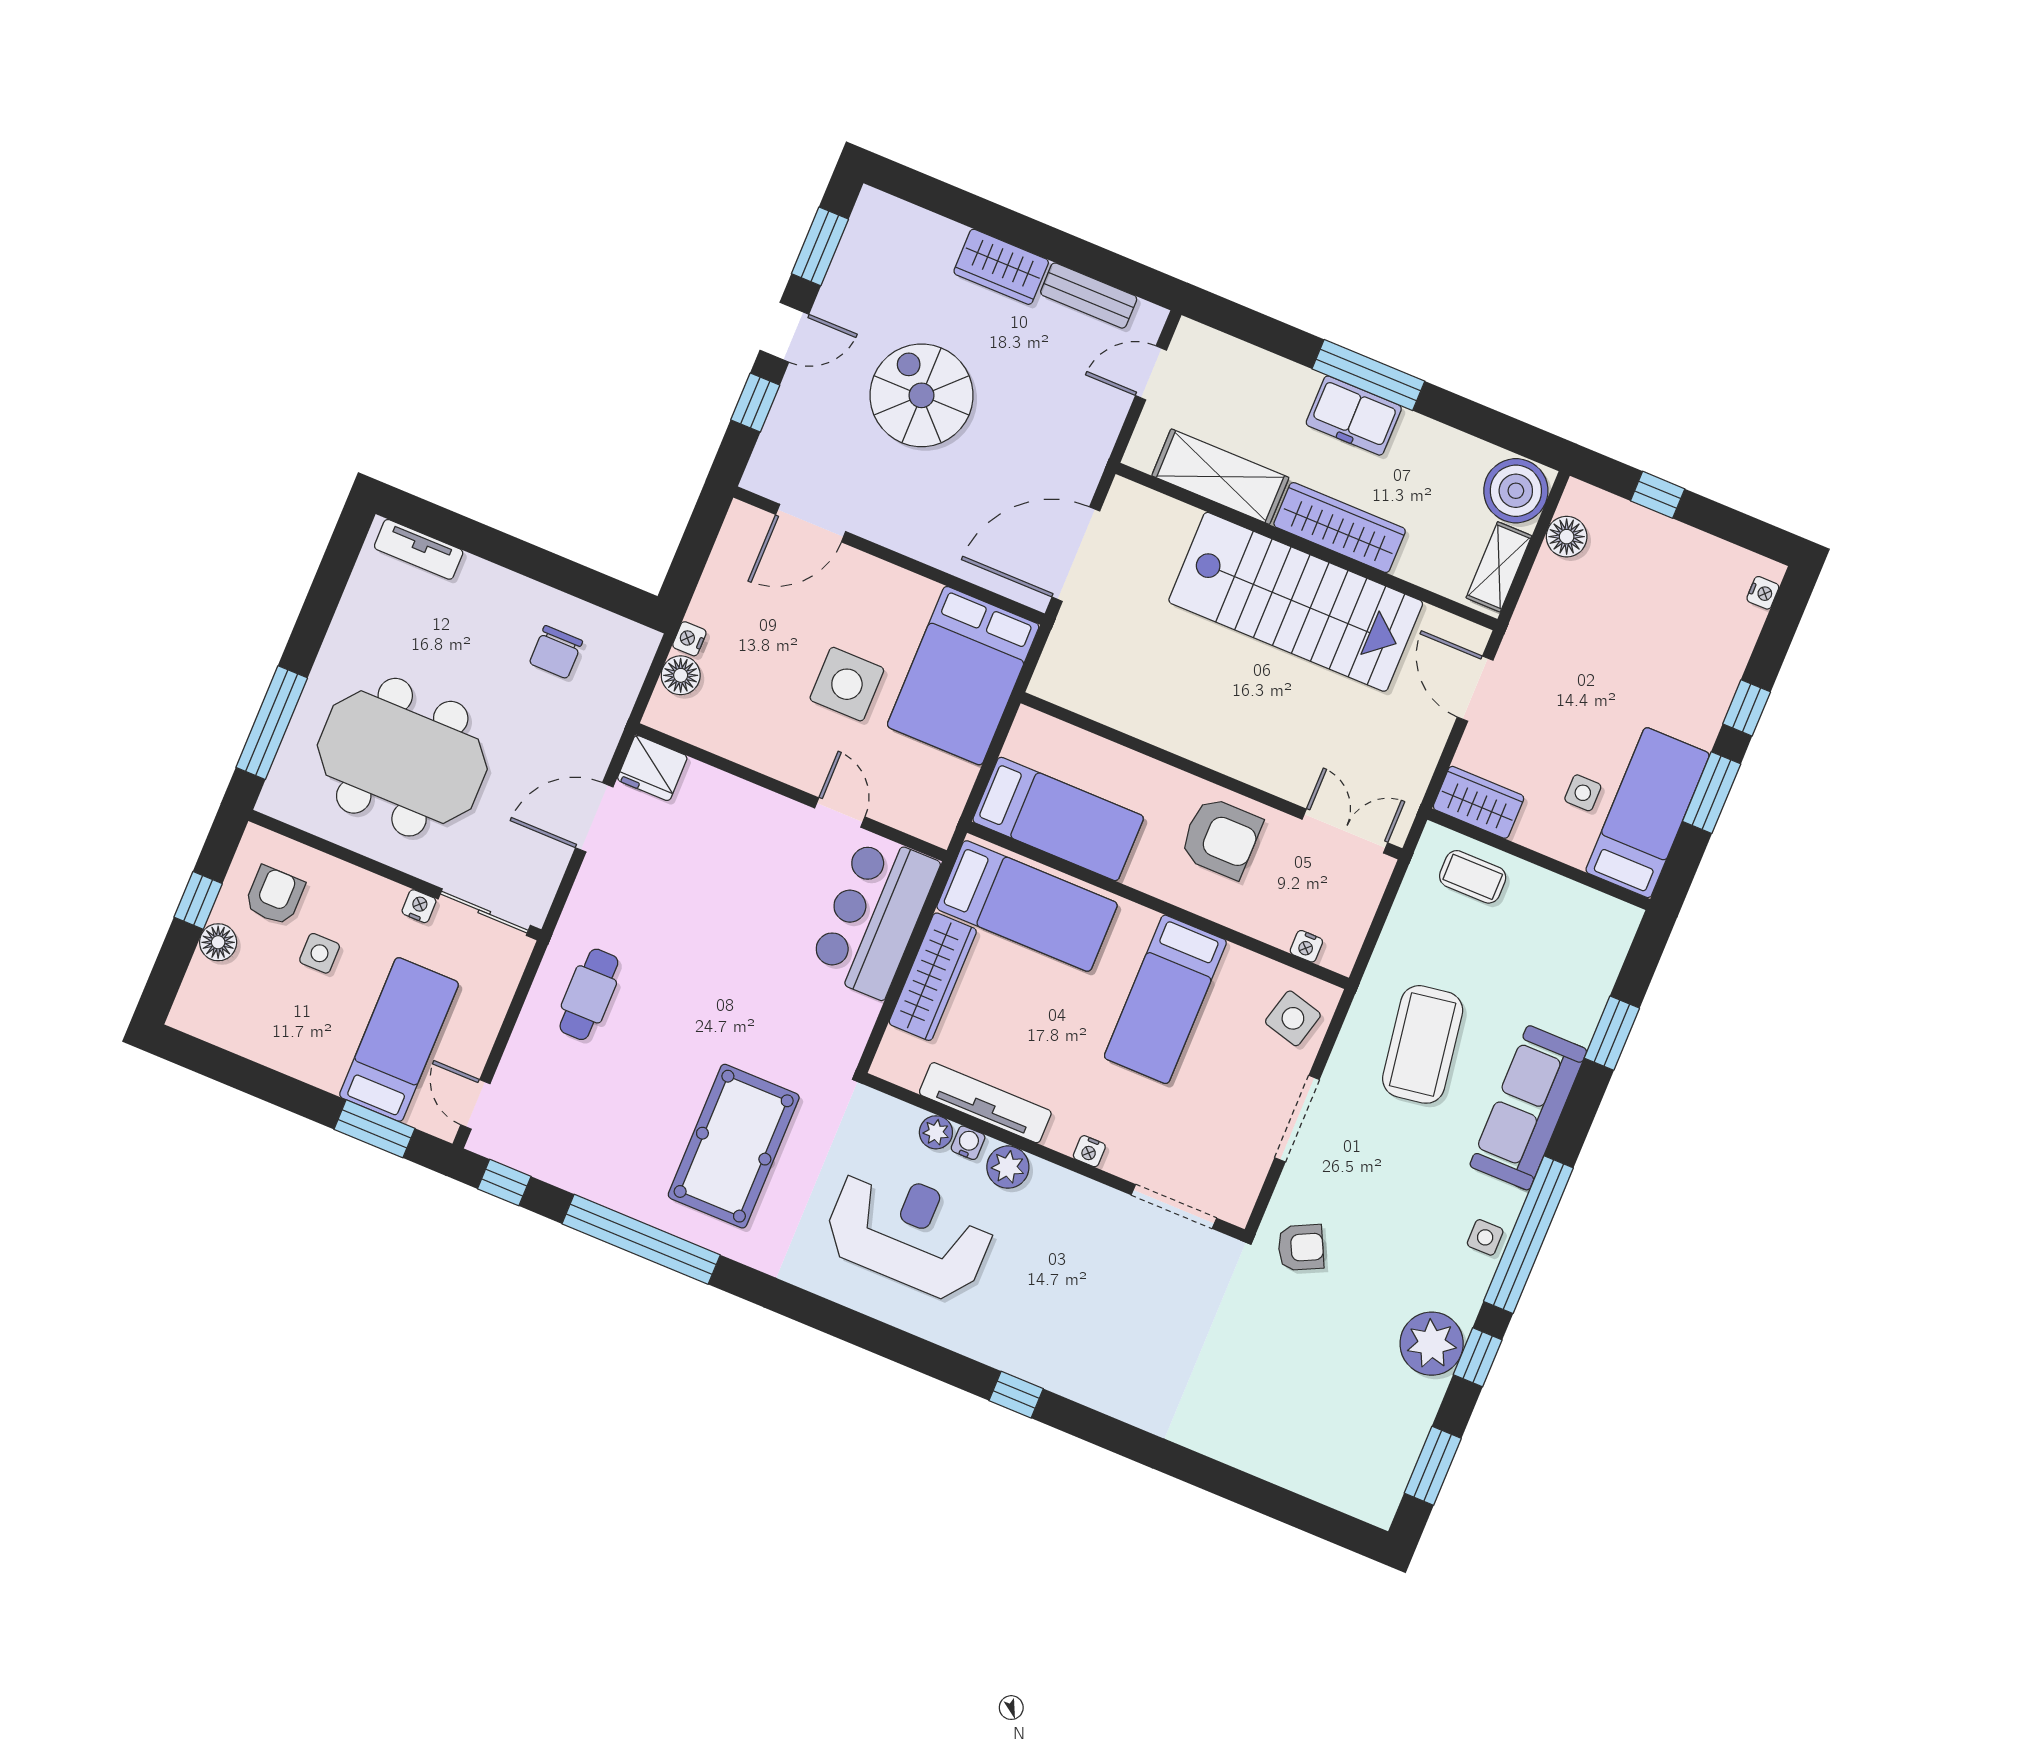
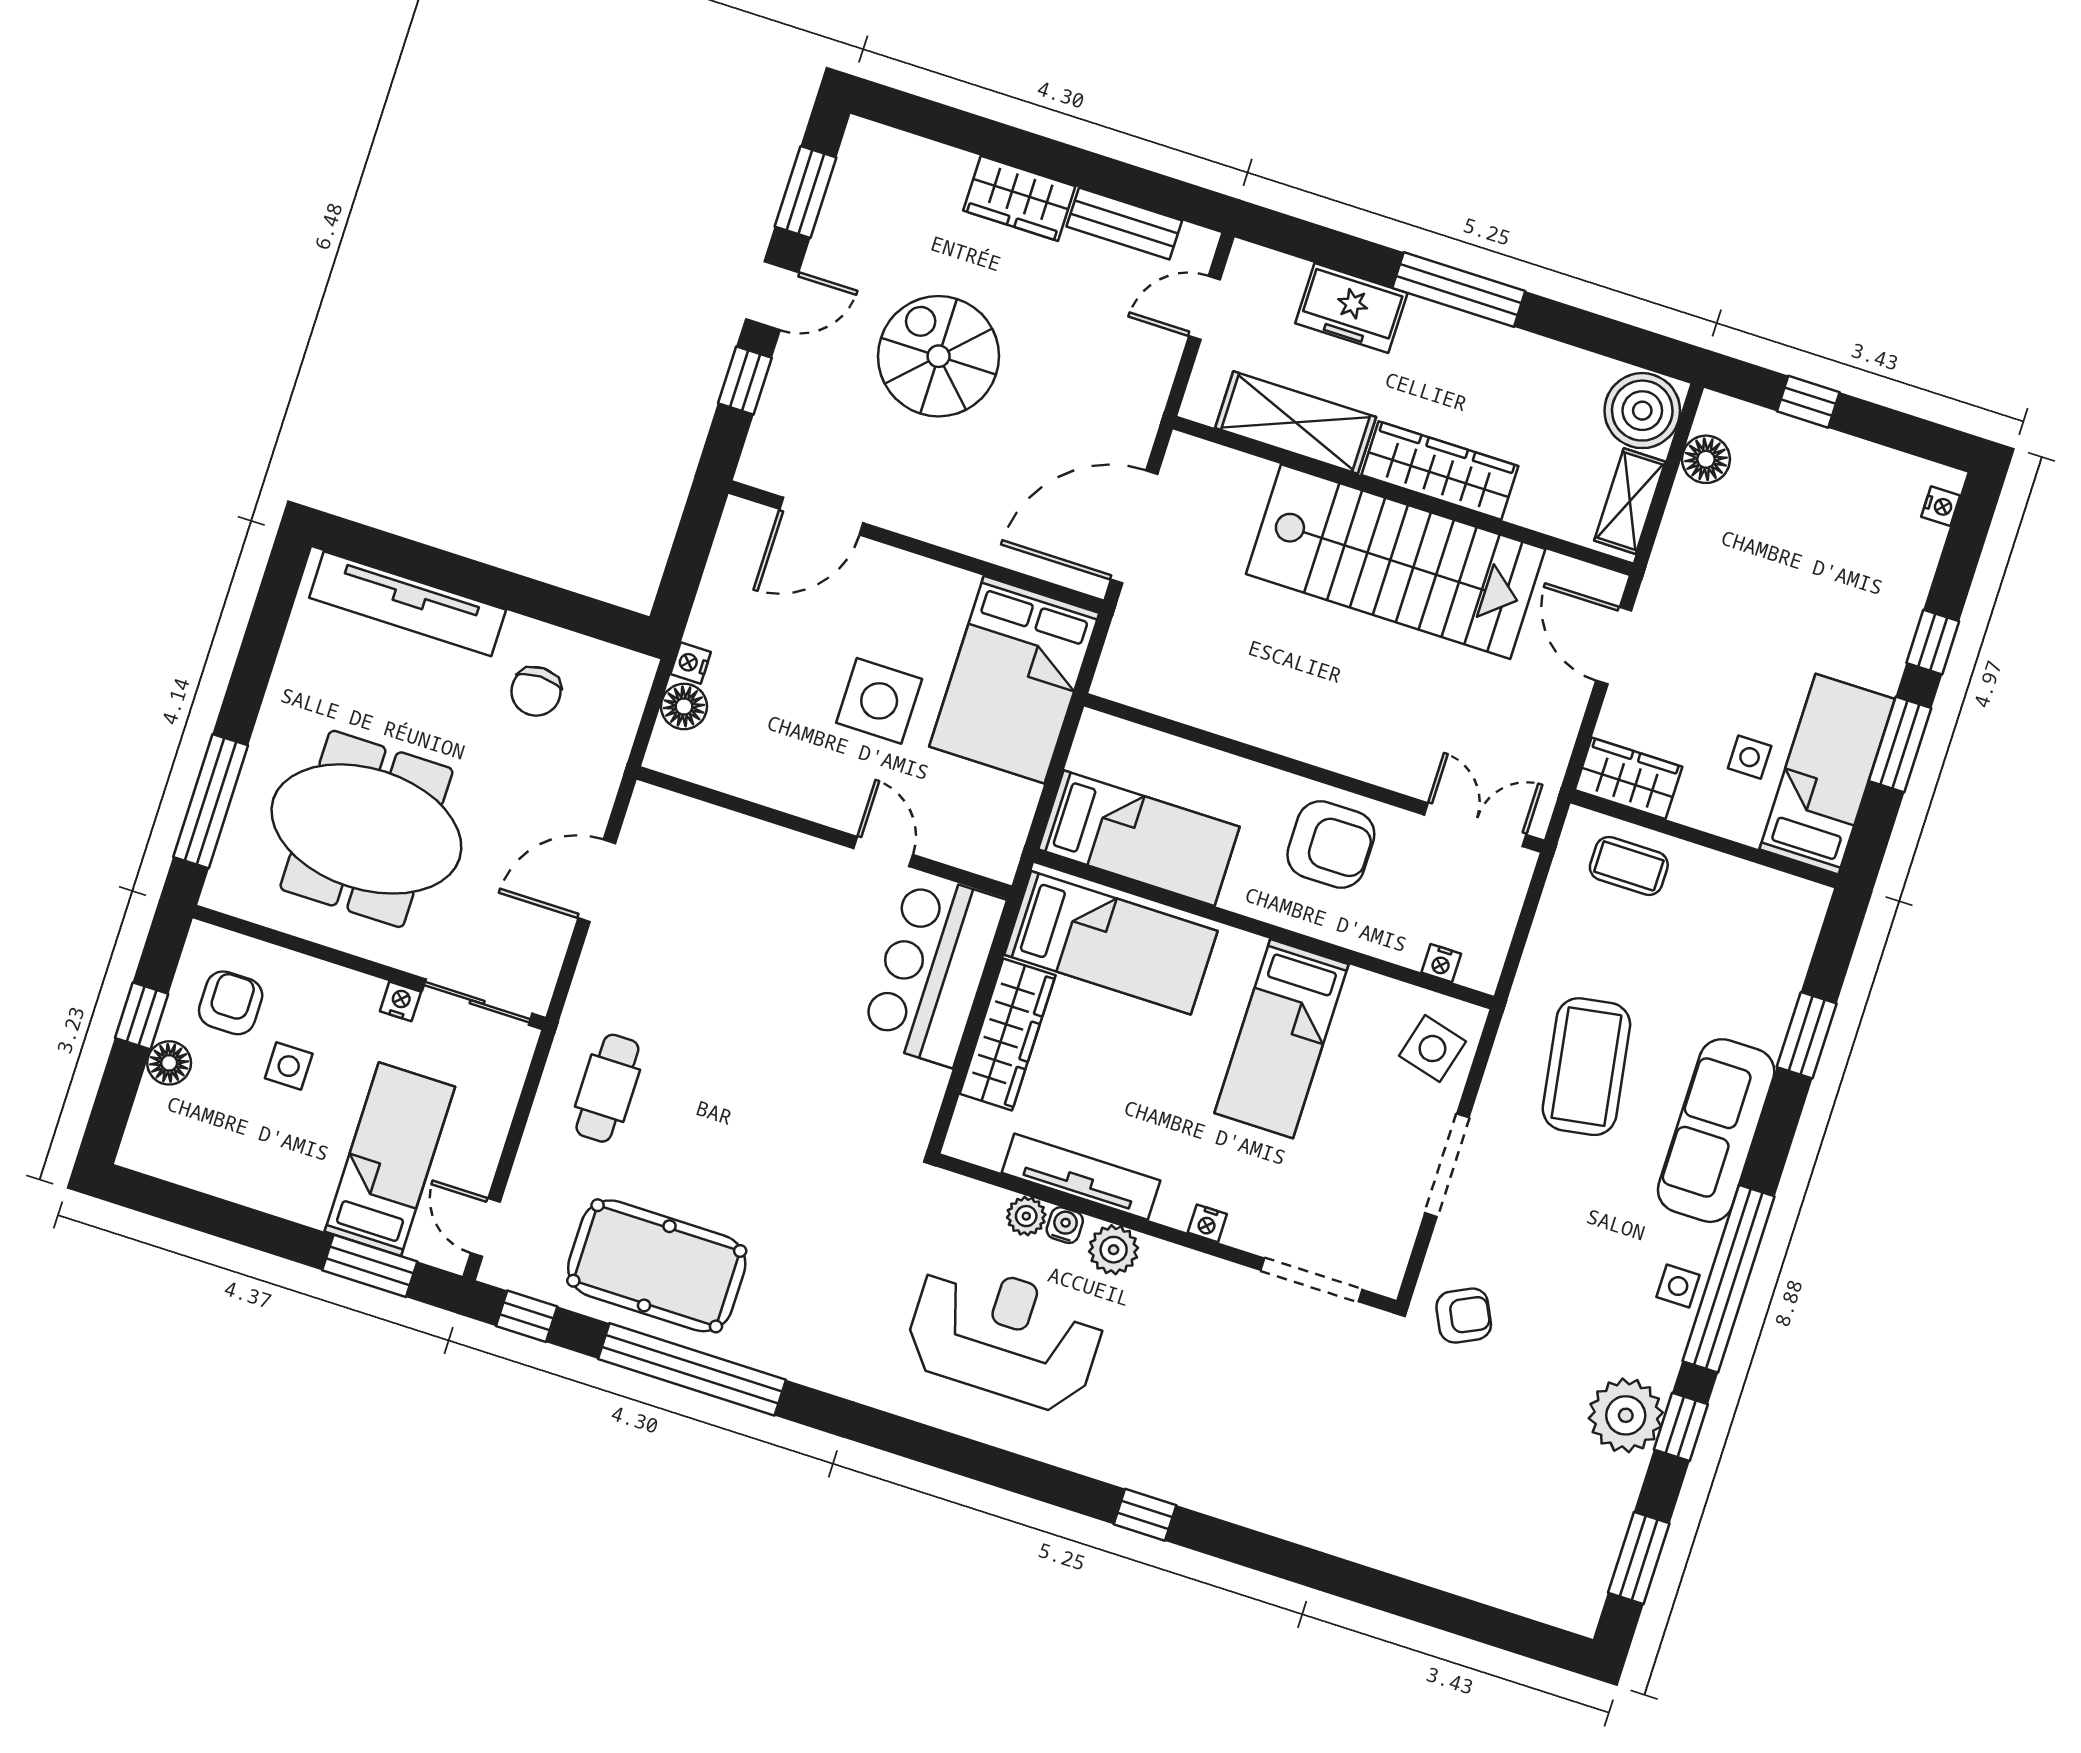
freezer: (1354, 416) -> (1351, 308), moved
tv unit: (419, 549) -> (408, 604), width x1.92, depth x1.29
fridge: (652, 768) -> (660, 818), removed
pool table: (734, 1146) -> (657, 1266), moved, turned 90

